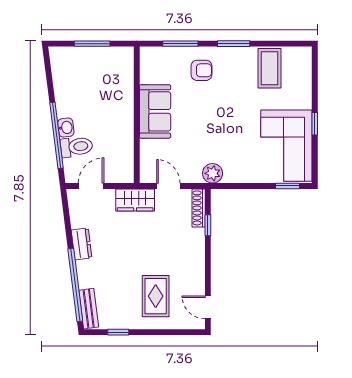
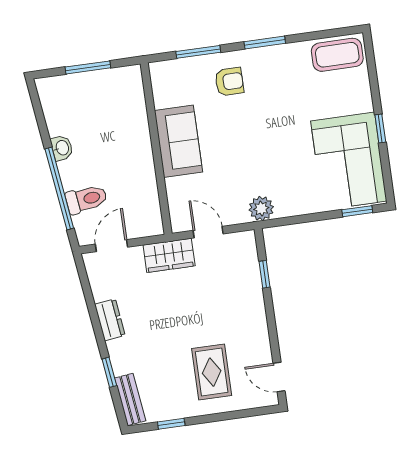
coffee table: (270, 68) -> (337, 55), moved, turned 90
washbasin: (66, 128) -> (62, 148), moved
shoe rack: (199, 208) -> (250, 254), removed
window: (75, 285) -> (109, 372), width x0.32

